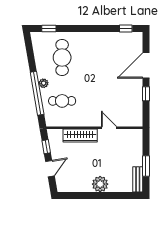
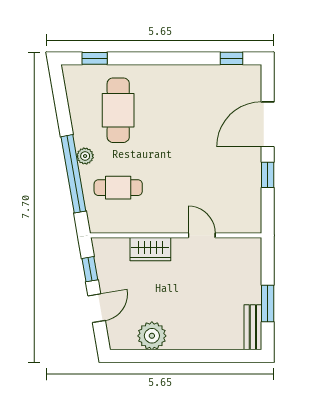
wardrobe: (80, 135) -> (150, 249), width x0.67
plant: (100, 184) -> (152, 336), moved

